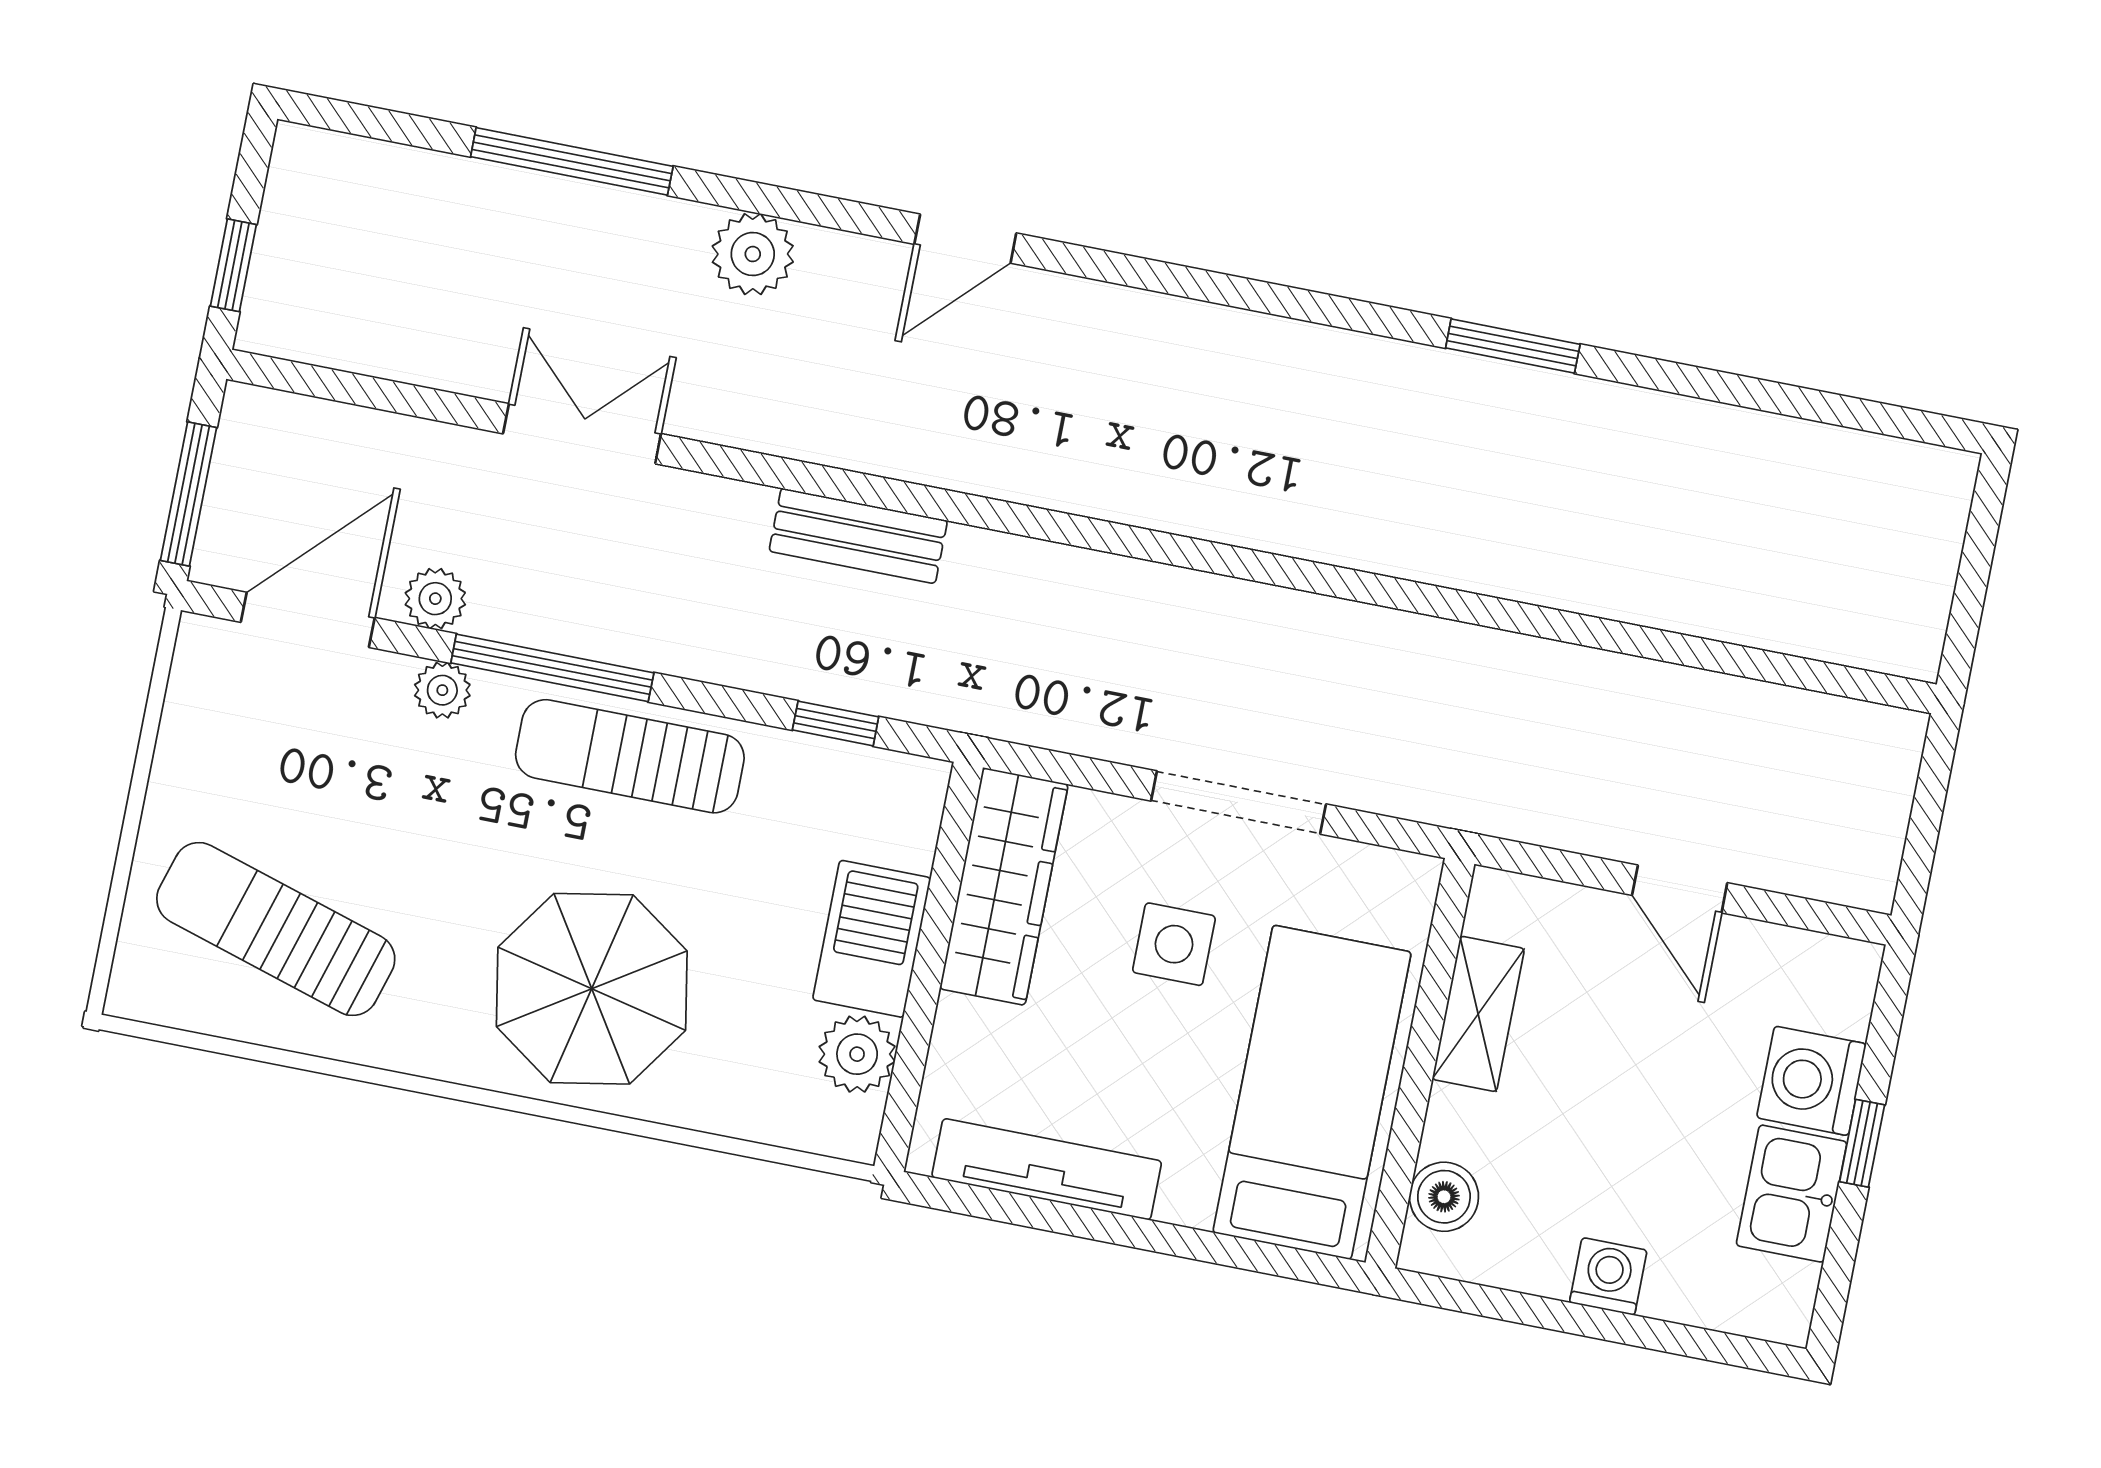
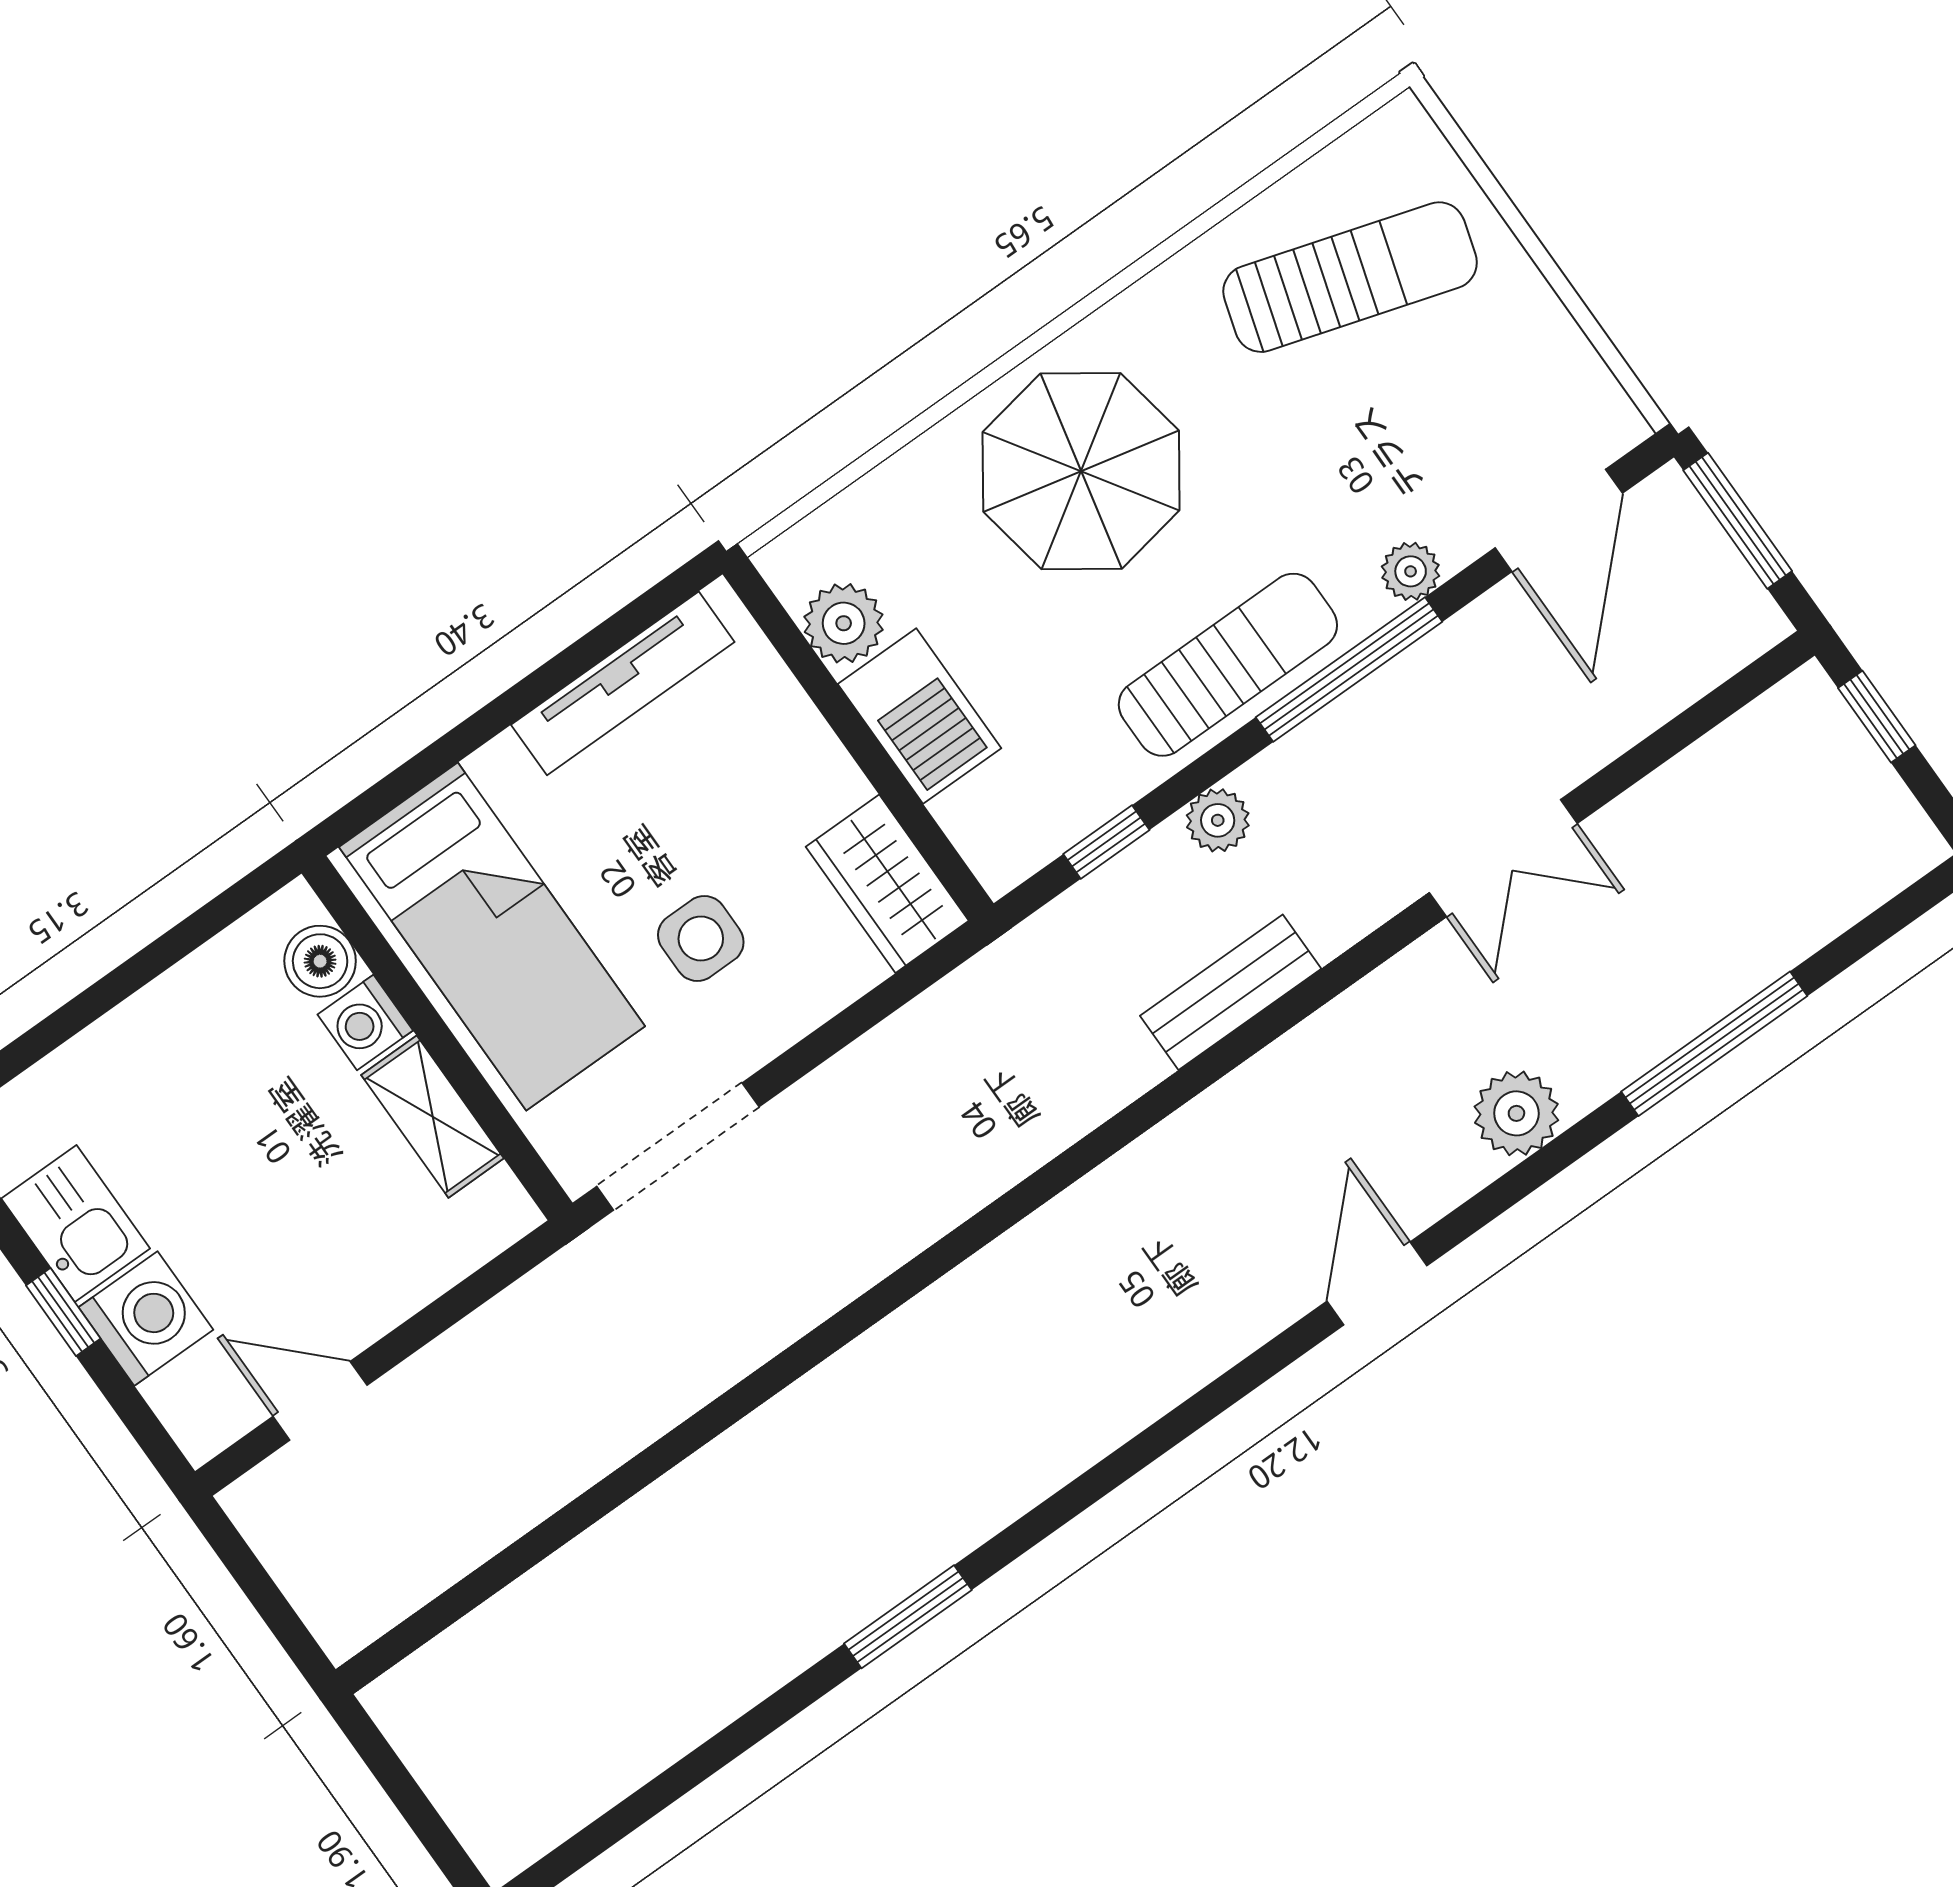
plant: (435, 599) -> (1218, 820), moved
doorway: (1239, 803) -> (678, 1146), moved
wardrobe: (1004, 886) -> (887, 884), width x0.67
door: (1680, 889) -> (320, 1401), moved
washing machine: (1608, 1276) -> (365, 1022), moved, turned 90

